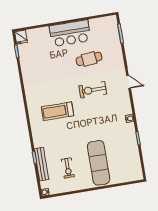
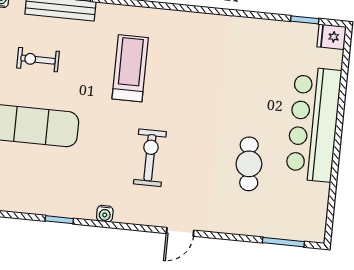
bar counter: (70, 33) -> (314, 124), width x1.36
exercise bike: (93, 90) -> (150, 158), moved
treadmill: (58, 111) -> (130, 68), moved

